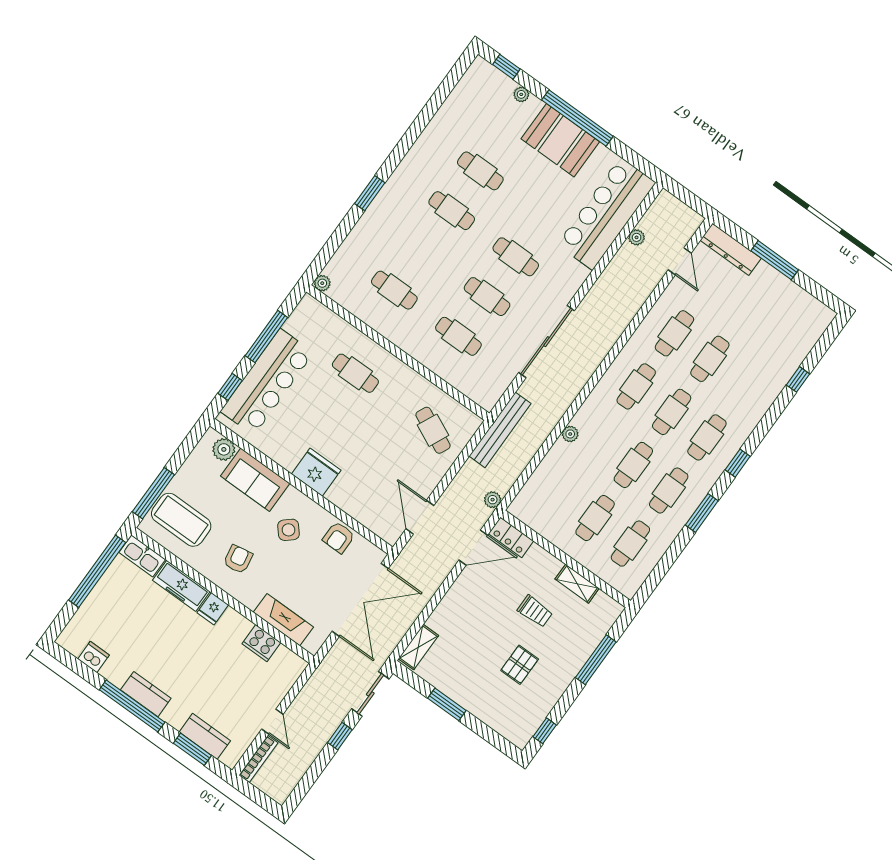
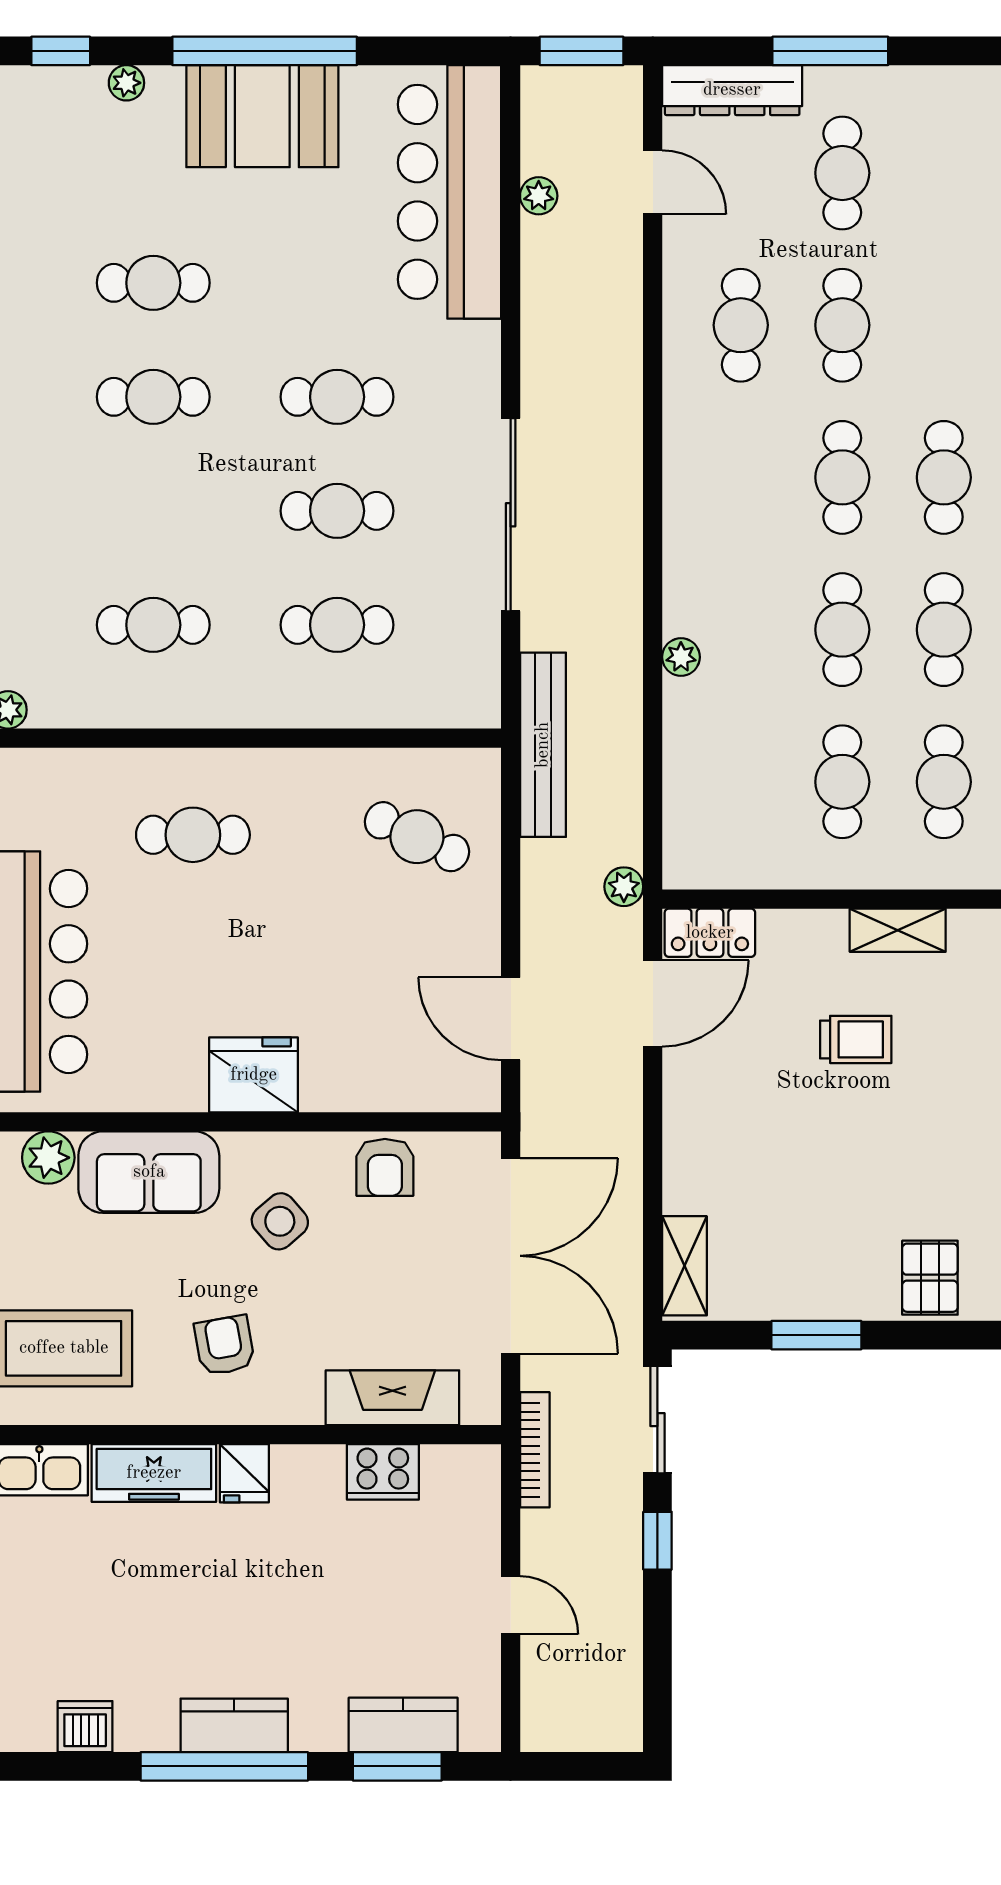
window: (688, 198) -> (582, 51), added
cafe table: (636, 386) -> (842, 173), moved
pallet: (520, 665) -> (930, 1278), moved
bookcase: (258, 759) -> (535, 1450), moved

